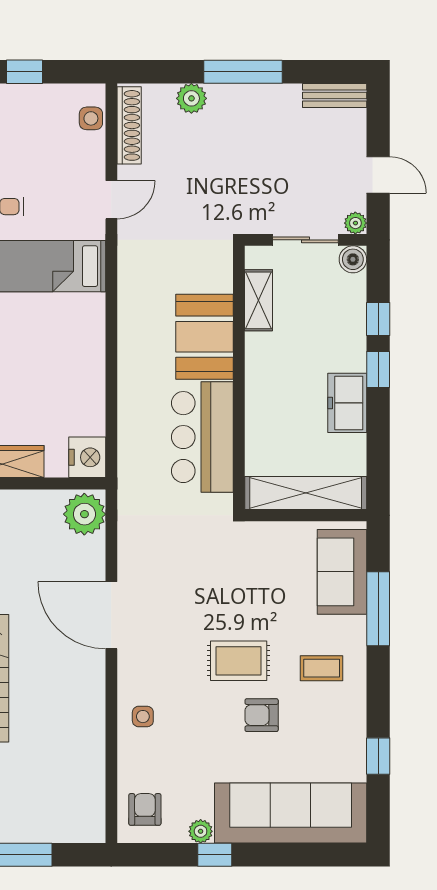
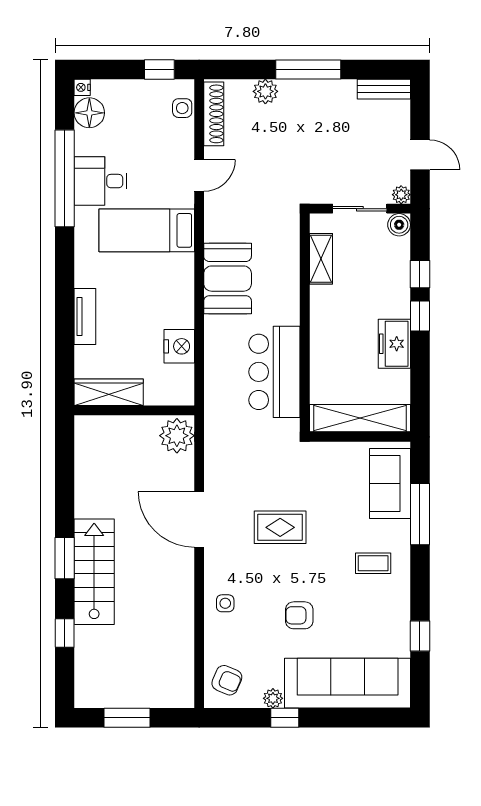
window: (25, 72) -> (159, 69), moved
booth: (204, 337) -> (228, 279), moved
nightstand: (87, 457) -> (179, 346), moved
rug: (239, 661) -> (280, 527), moved
armchair: (262, 715) -> (299, 615), moved
armchair: (145, 809) -> (227, 680), turned 113

